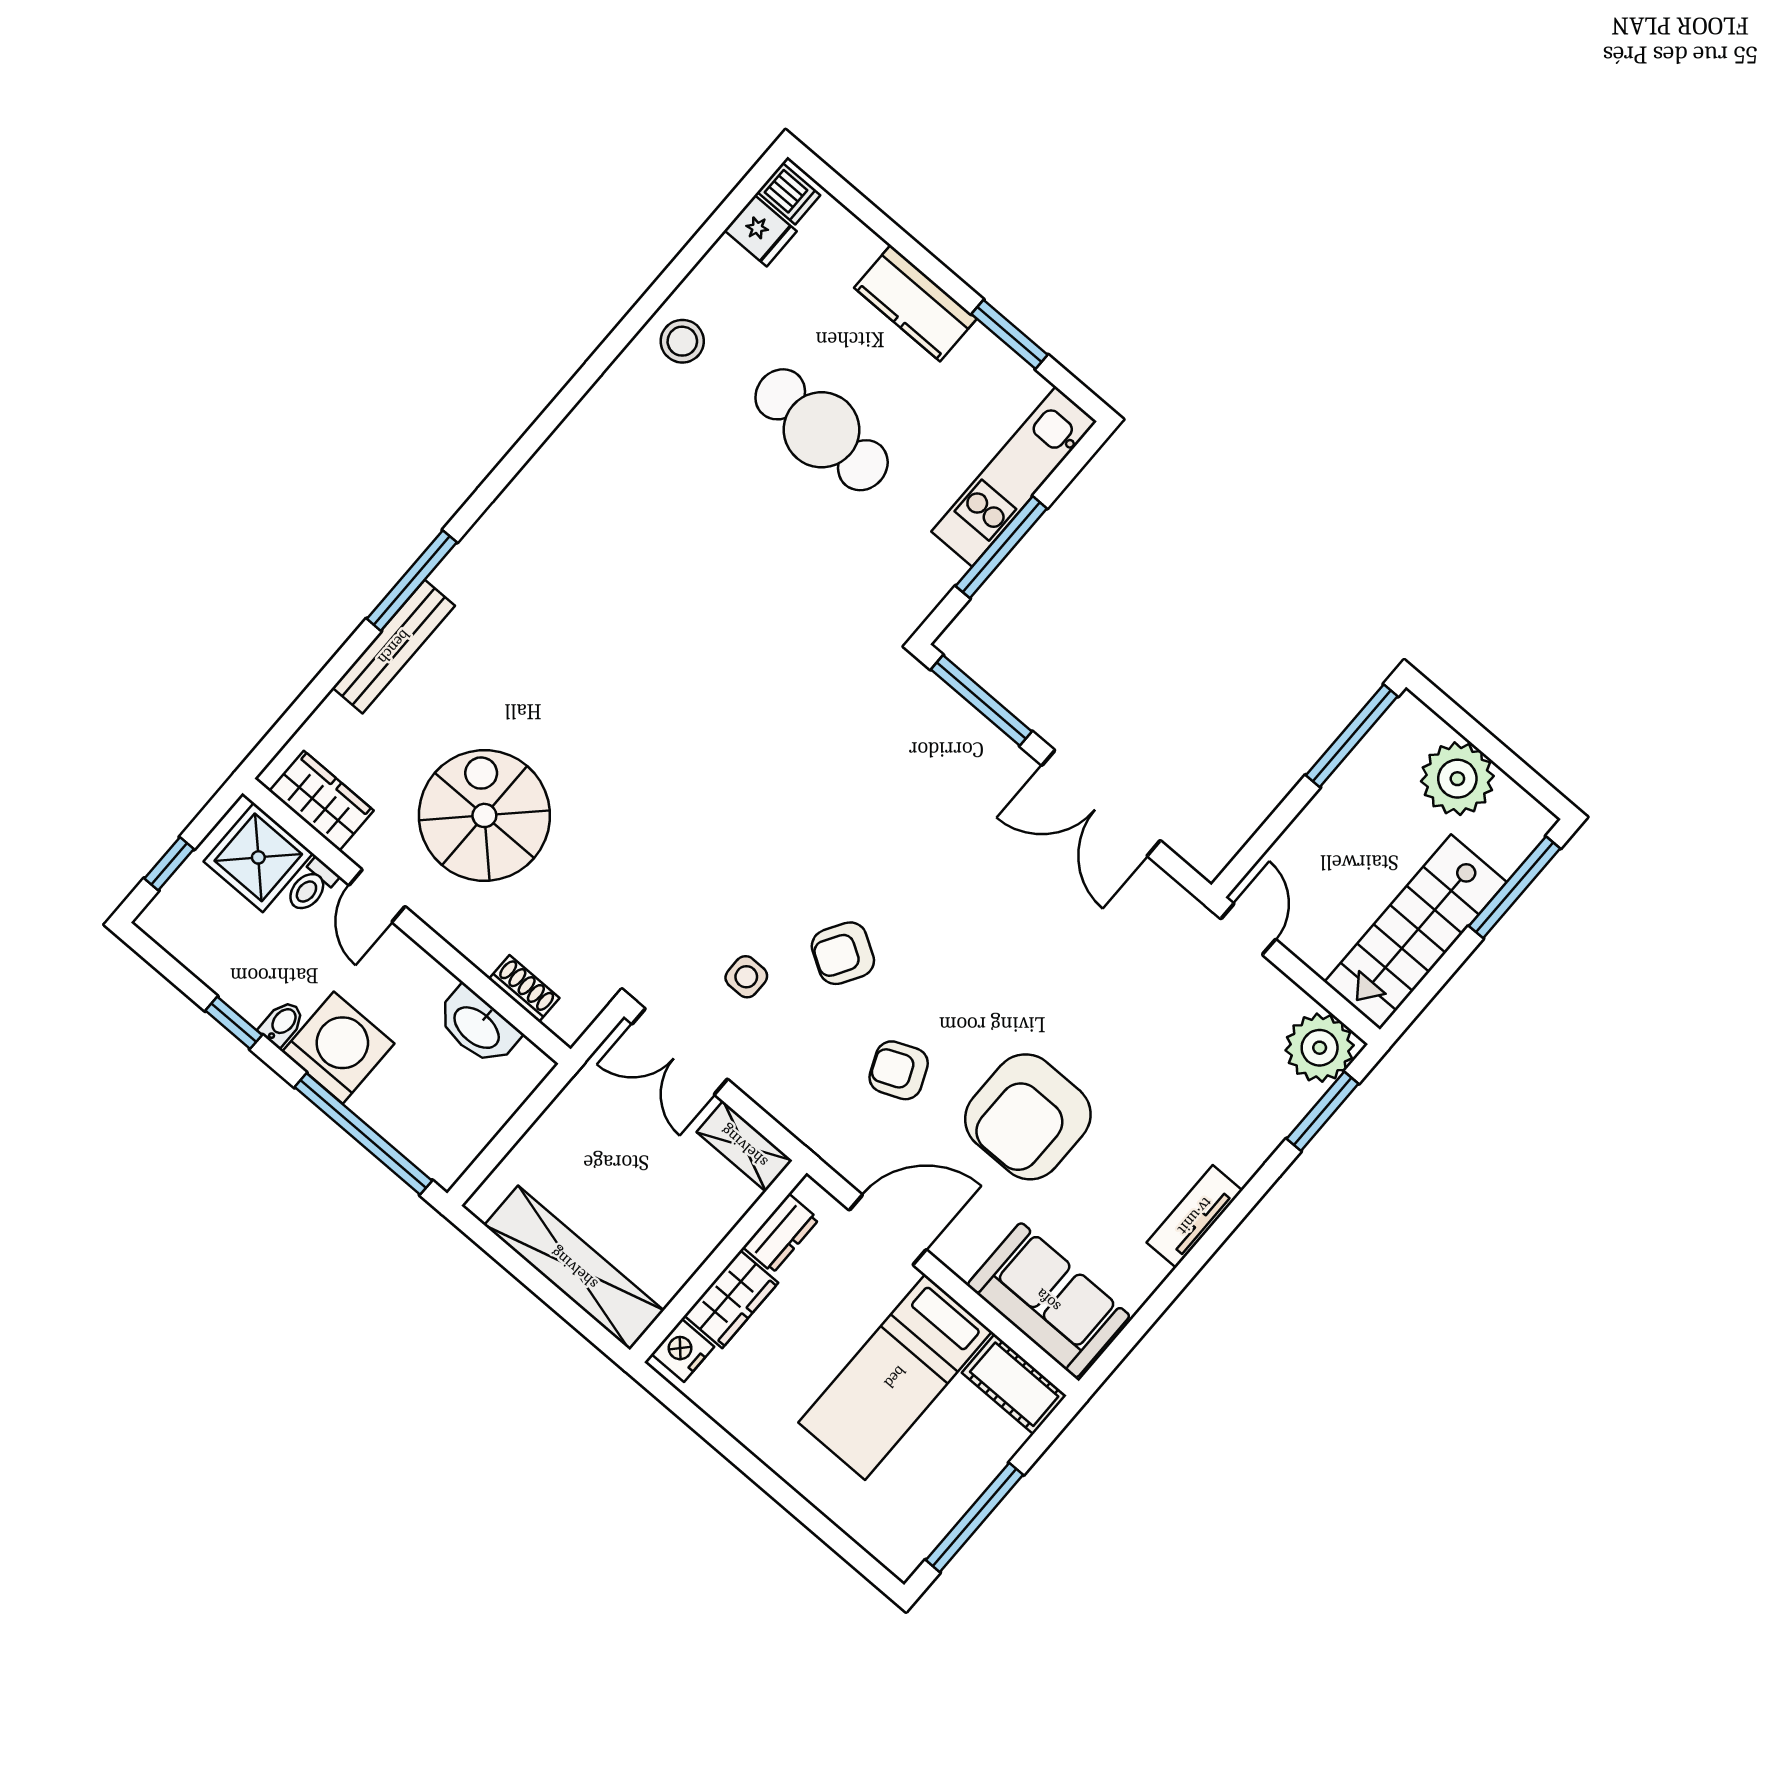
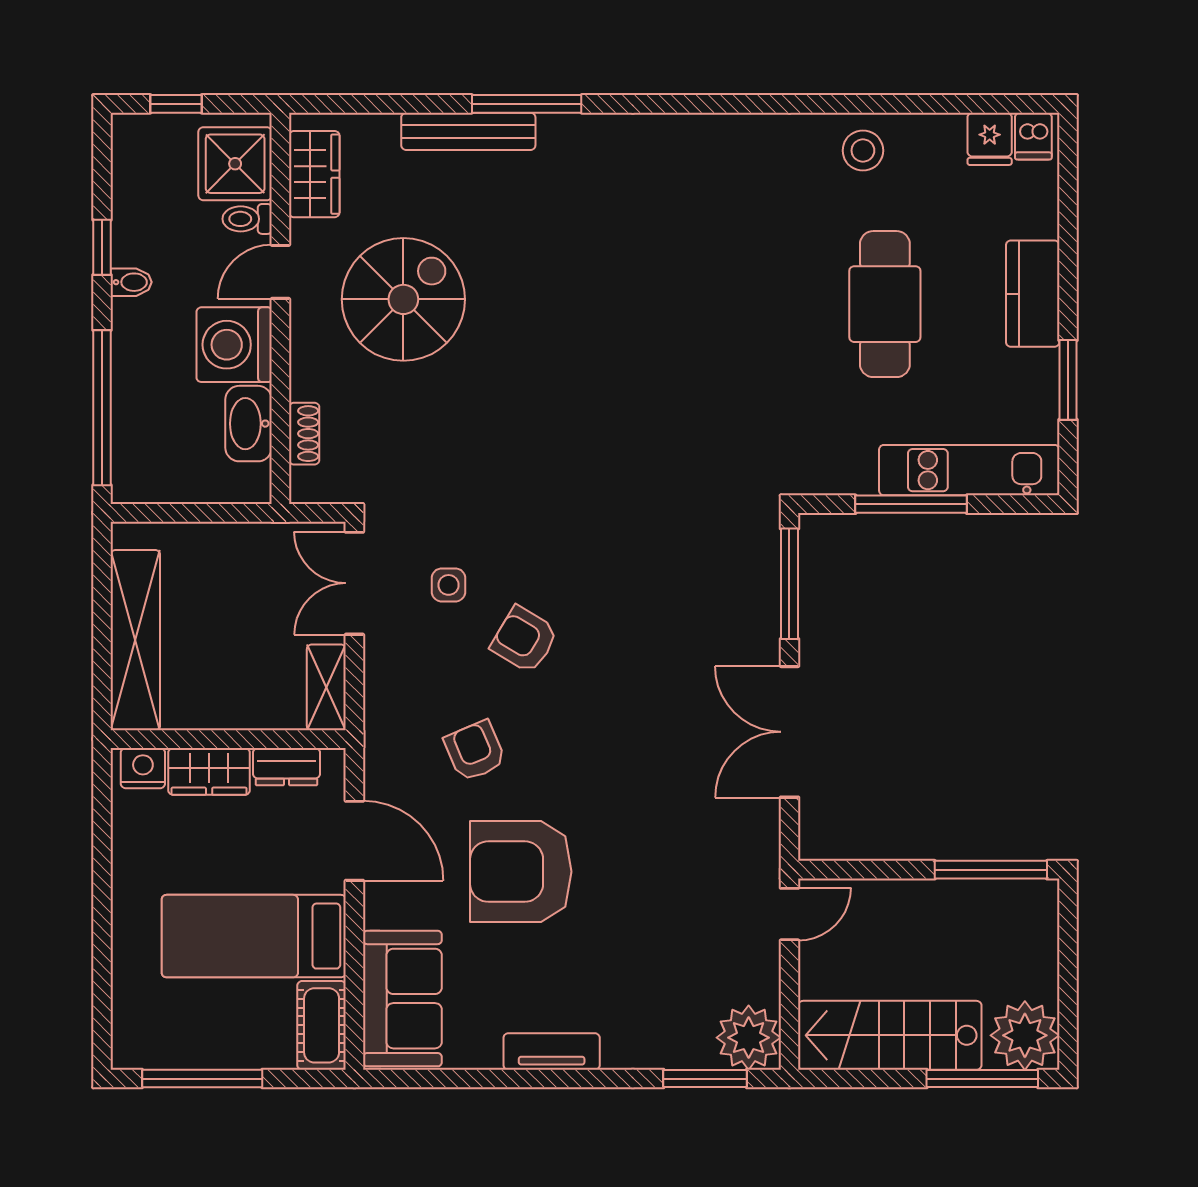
plant: (1457, 779) -> (1025, 1035), moved
washing machine: (338, 1048) -> (234, 345), moved, turned 180

